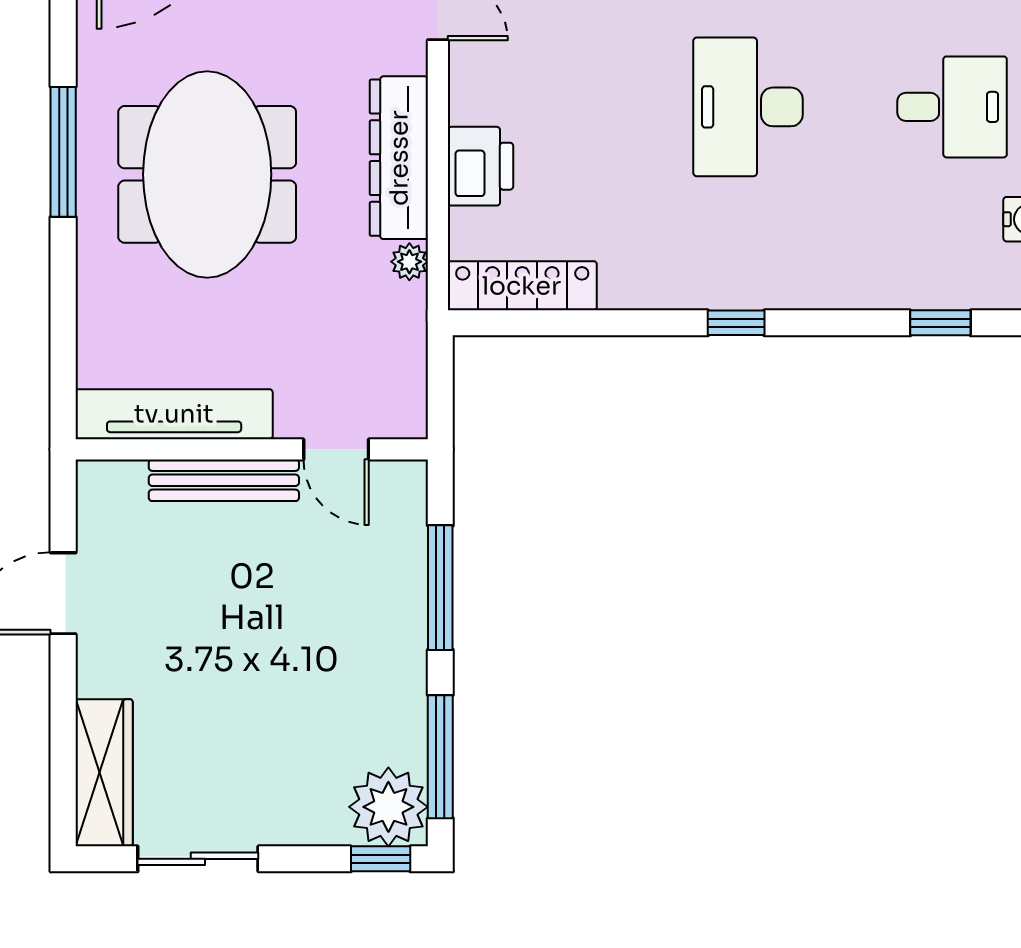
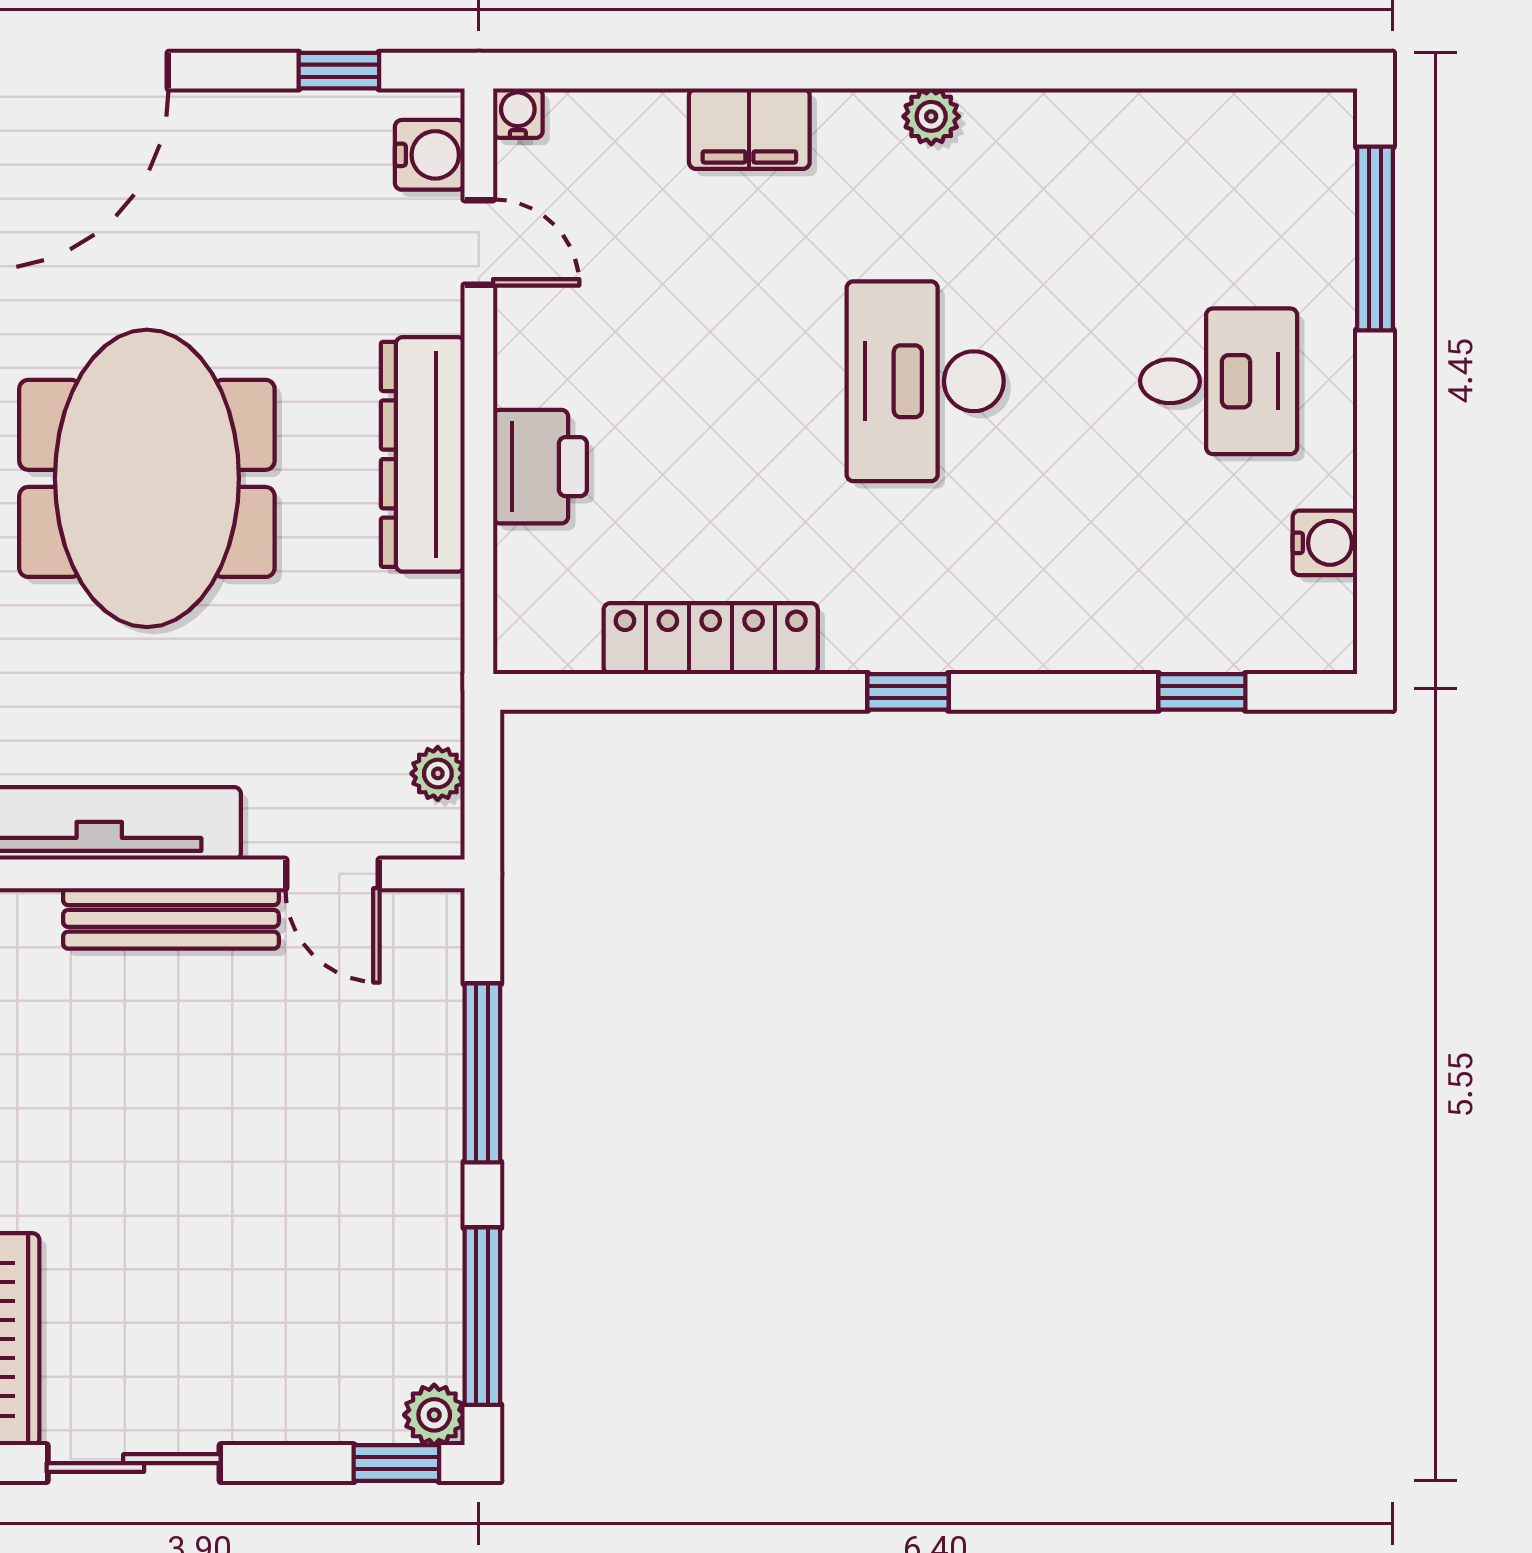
plant: (409, 262) -> (438, 773), moved
locker: (522, 286) -> (711, 639), moved
plant: (388, 807) -> (434, 1415), width x0.53, depth x0.53

